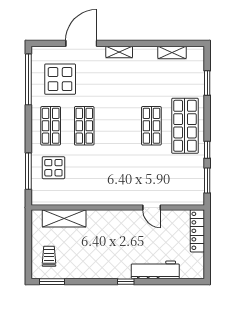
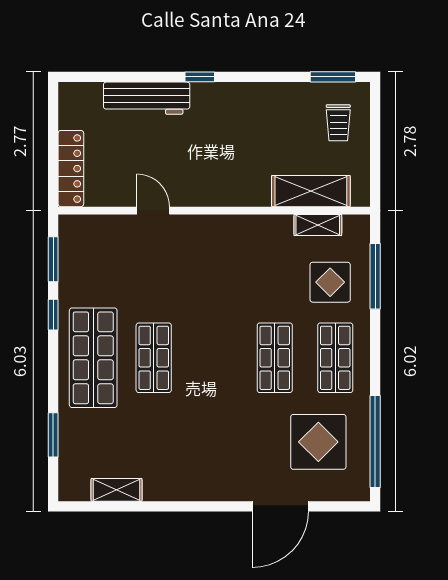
shelving: (119, 52) -> (318, 225), moved

